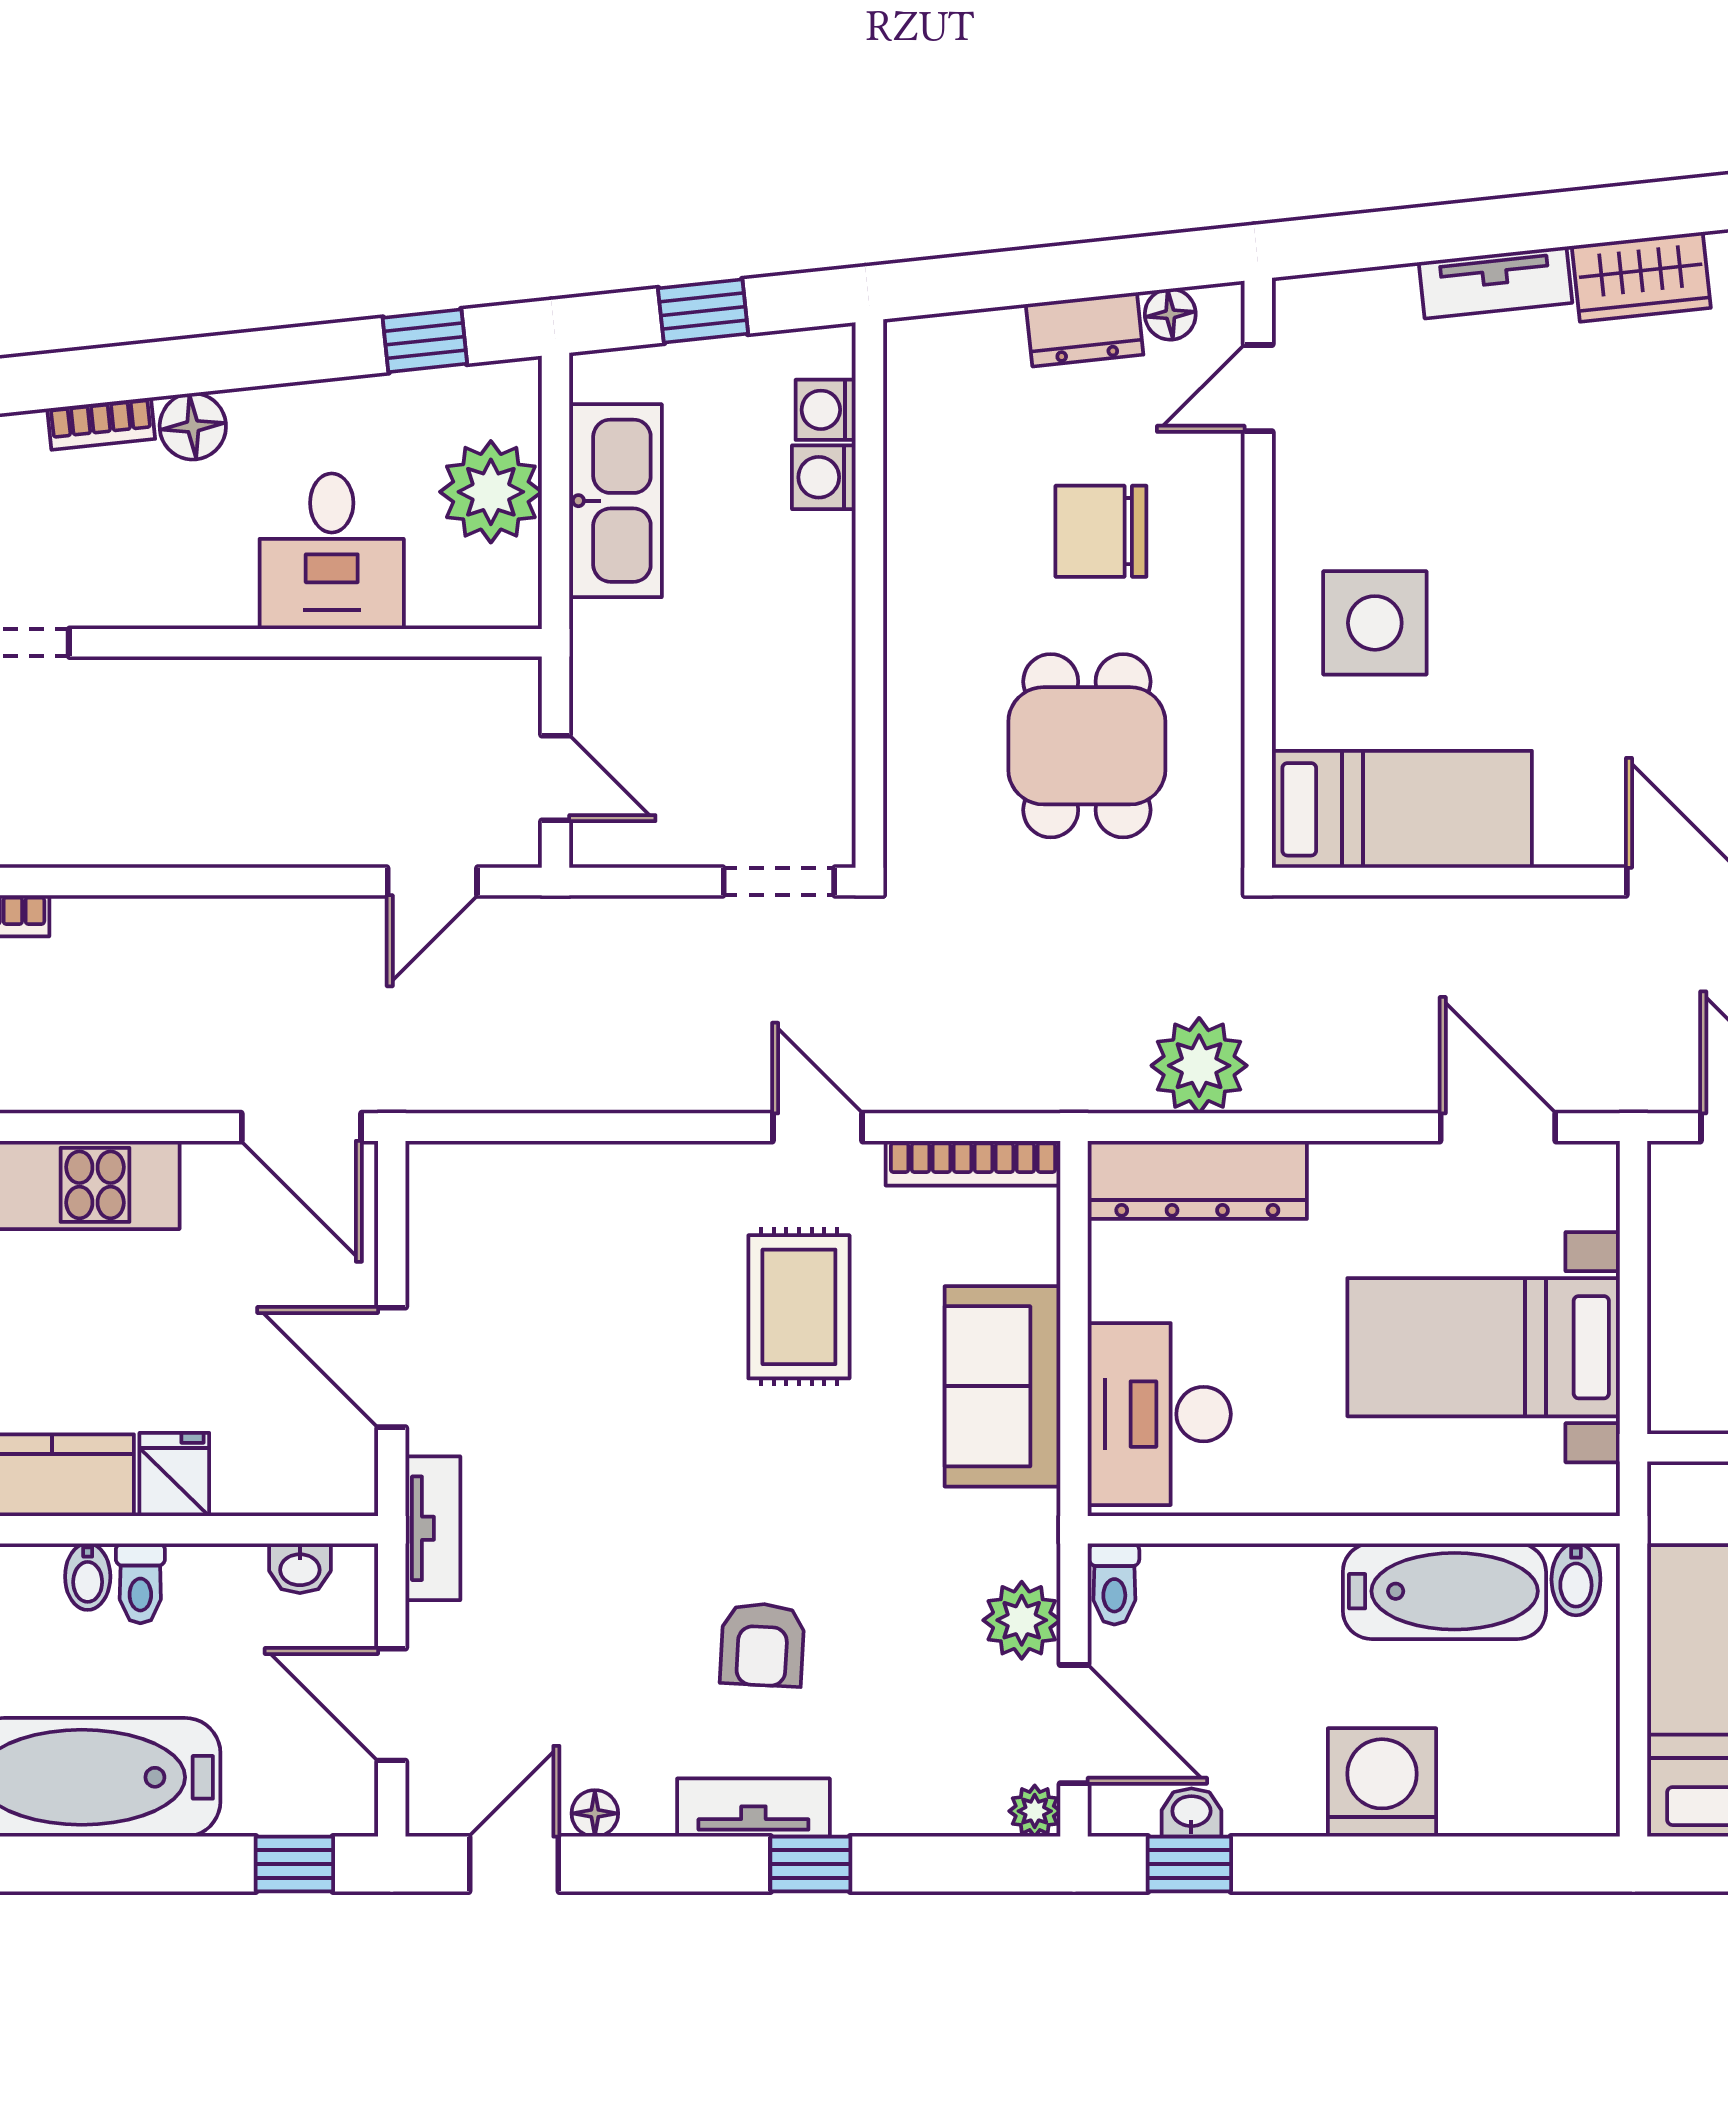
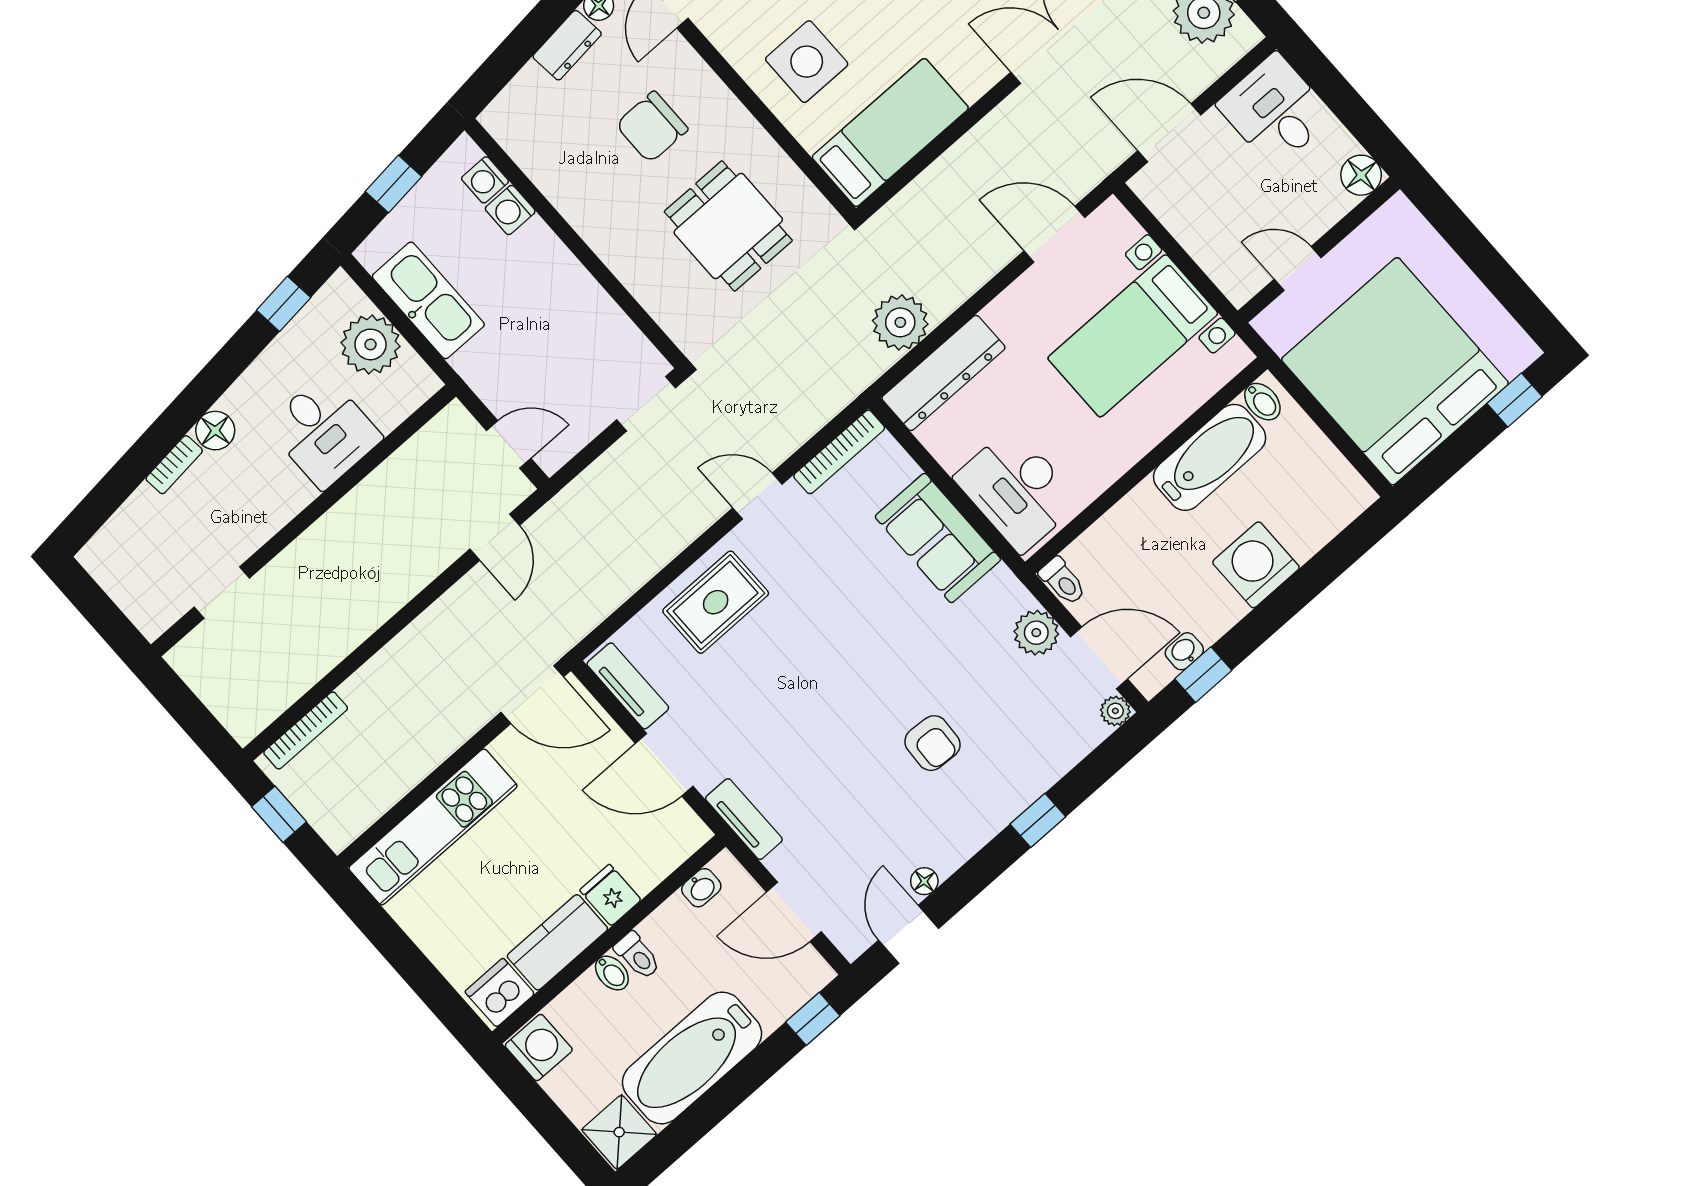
rug: (799, 1307) -> (716, 602), moved, turned 90
tv unit: (753, 1808) -> (628, 686), moved, turned 90

